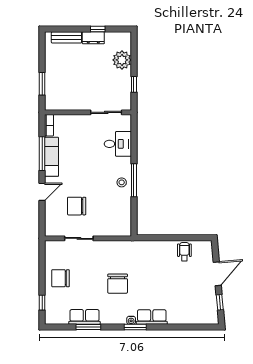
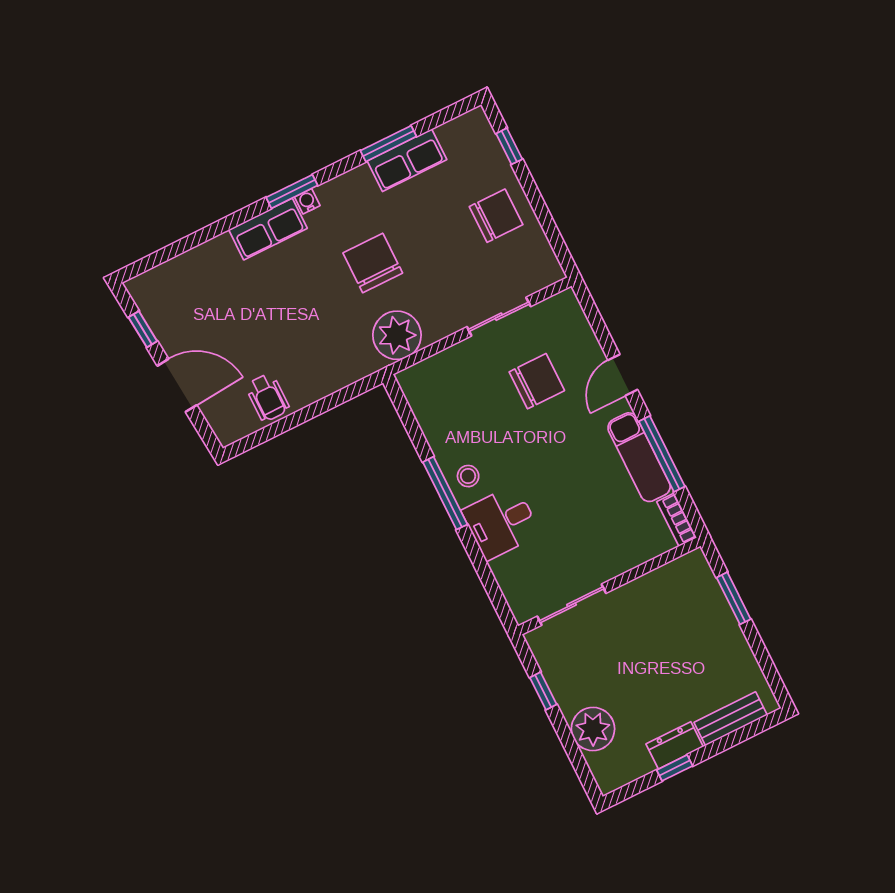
desk: (118, 144) -> (501, 522), moved
plant: (122, 251) -> (397, 335), added
door: (217, 274) -> (177, 385), swing flipped

